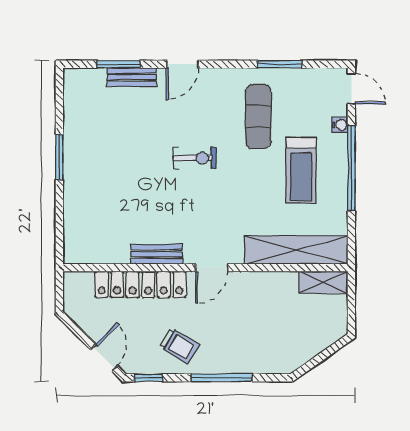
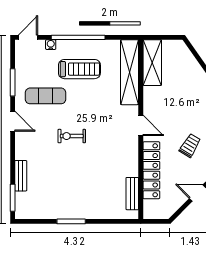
window: (118, 64) -> (13, 198), moved
door: (182, 64) -> (13, 121), moved
exercise bike: (195, 158) -> (72, 136), turned -90
bench: (157, 254) -> (132, 194), moved
shelving: (323, 282) -> (152, 63), width x1.50, depth x1.33

